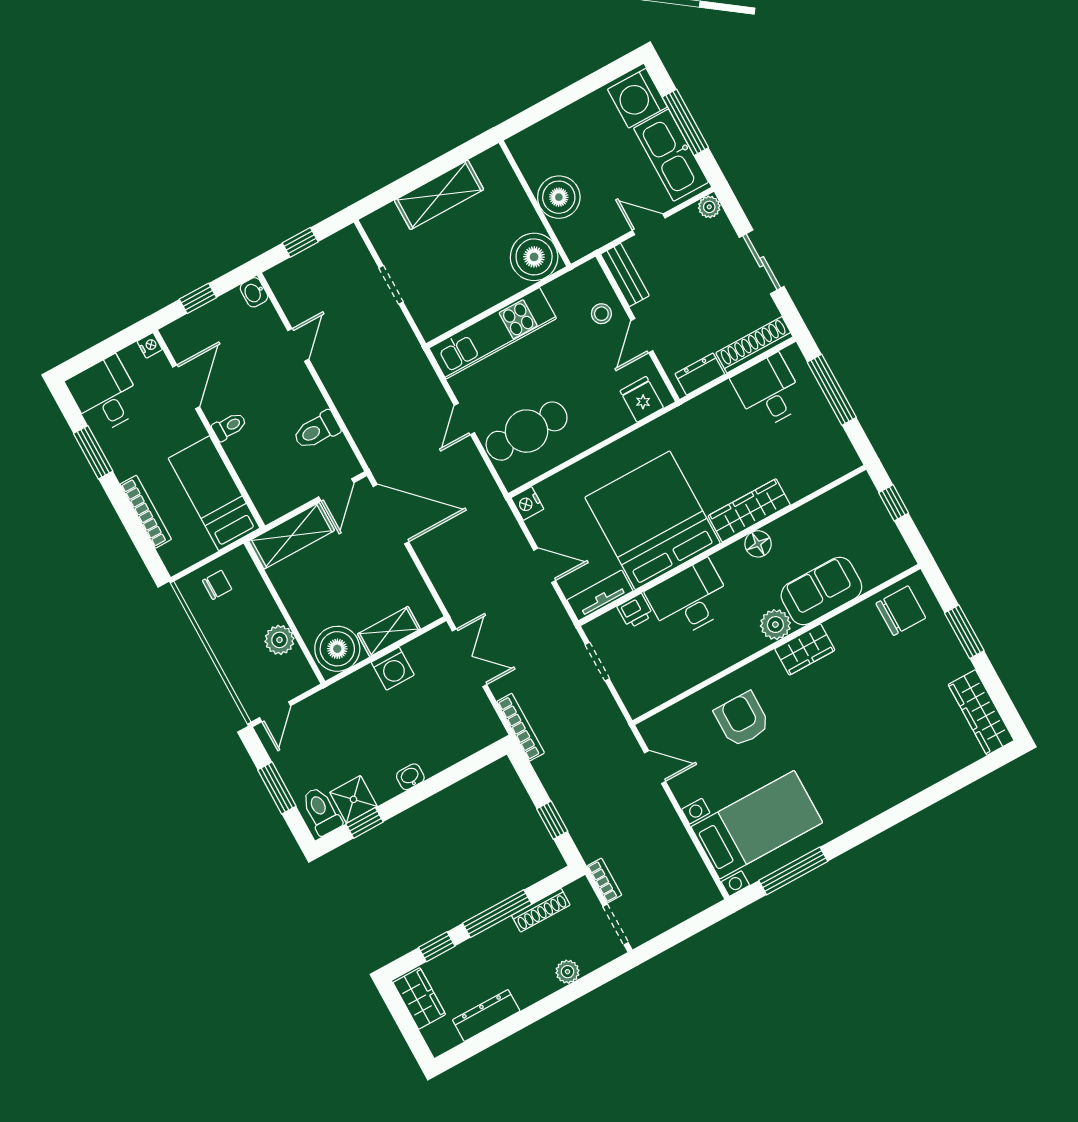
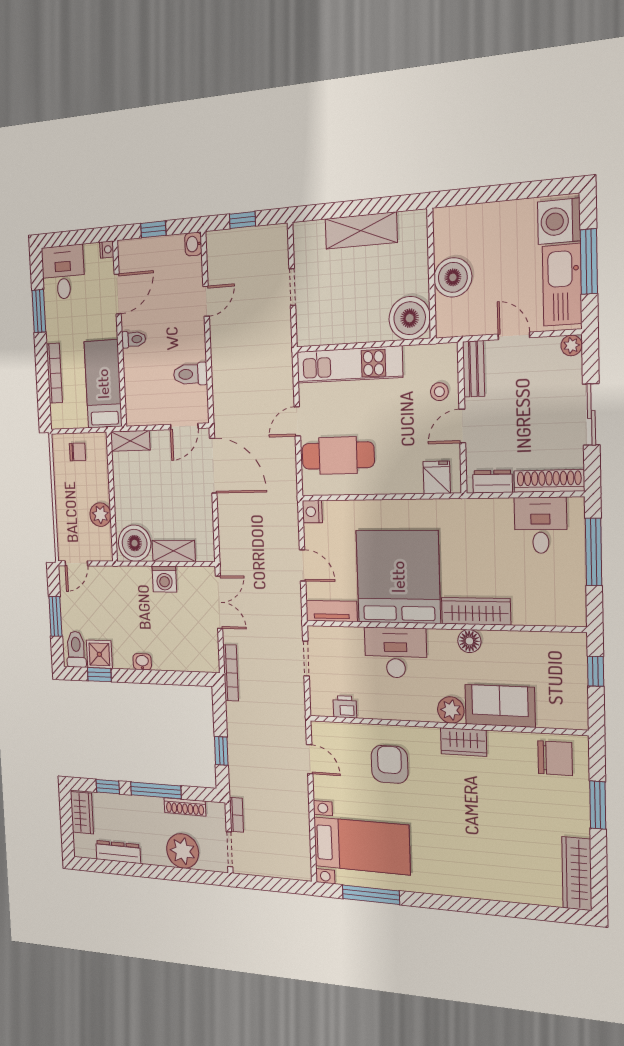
shelving: (292, 536) -> (130, 441), width x0.67, depth x0.75
printer: (635, 611) -> (345, 707), moved, turned 180
plant: (568, 972) -> (183, 851), width x1.88, depth x1.88

